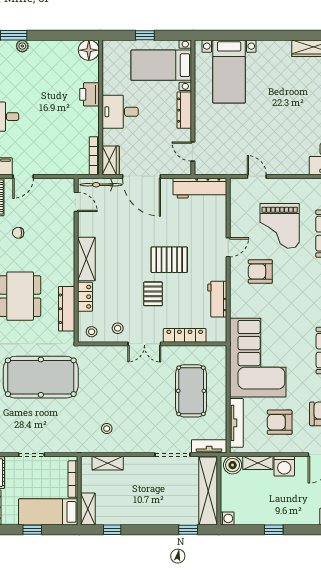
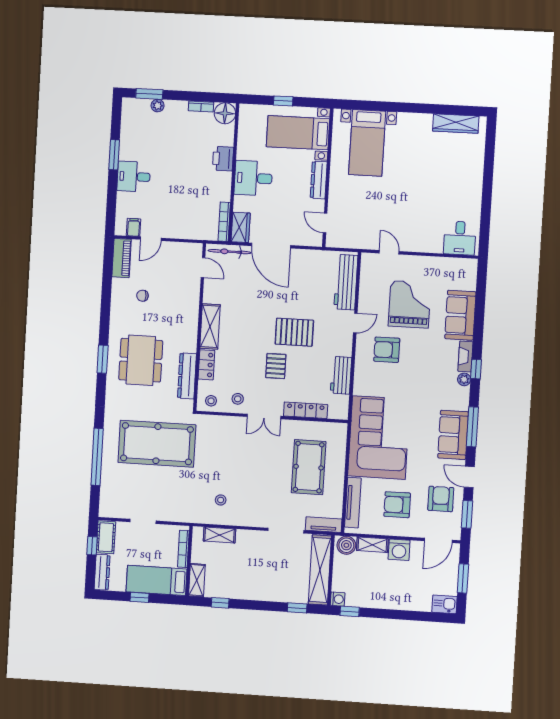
bookcase: (65, 45) -> (201, 106), added
workbench: (200, 188) -> (346, 282), moved, turned 90
grand piano: (280, 226) -> (409, 304), turned 180
window: (274, 530) -> (350, 611), moved

